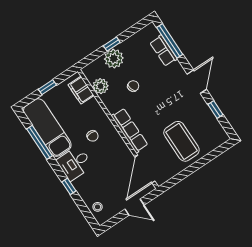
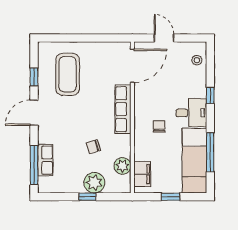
coffee table: (181, 141) -> (68, 74), moved

